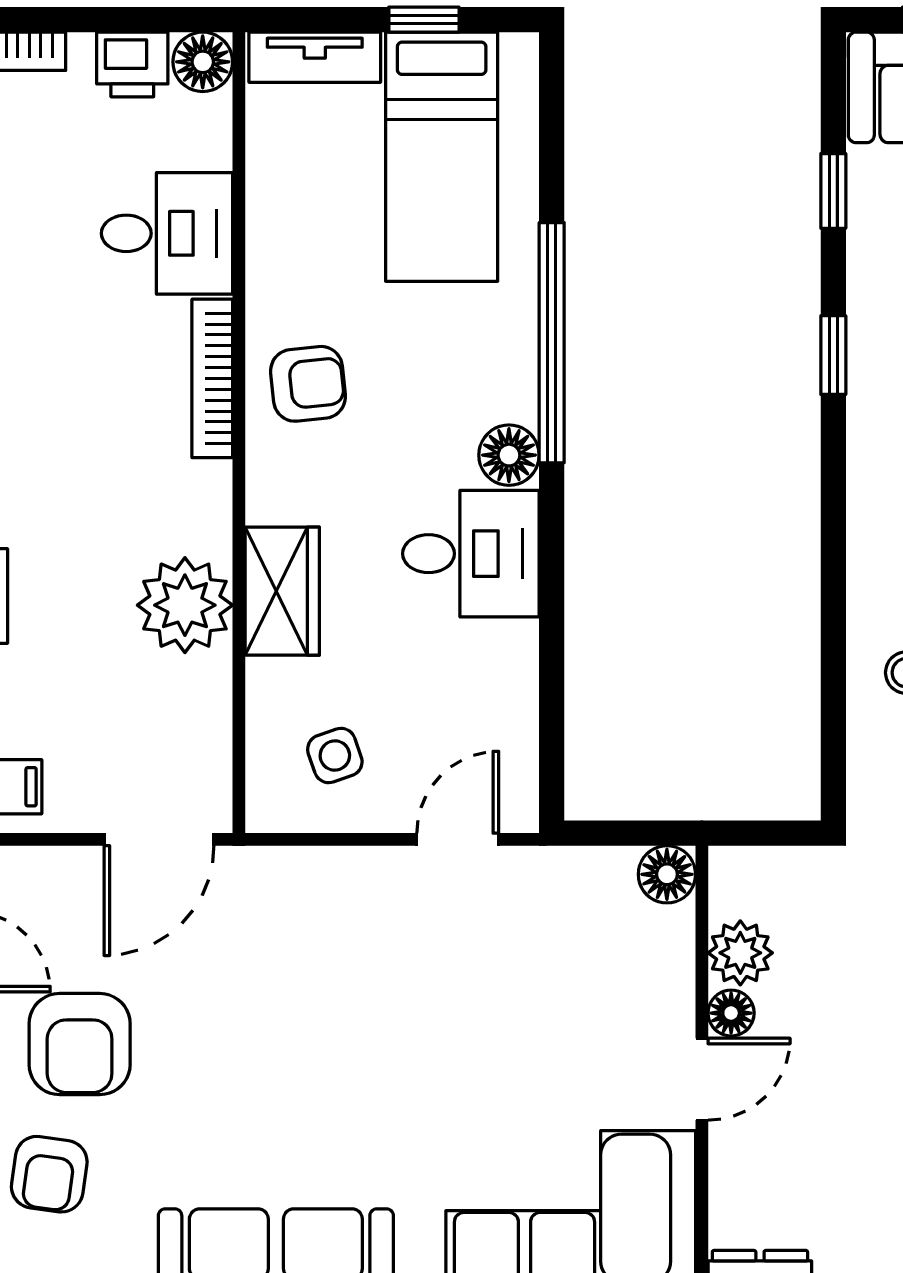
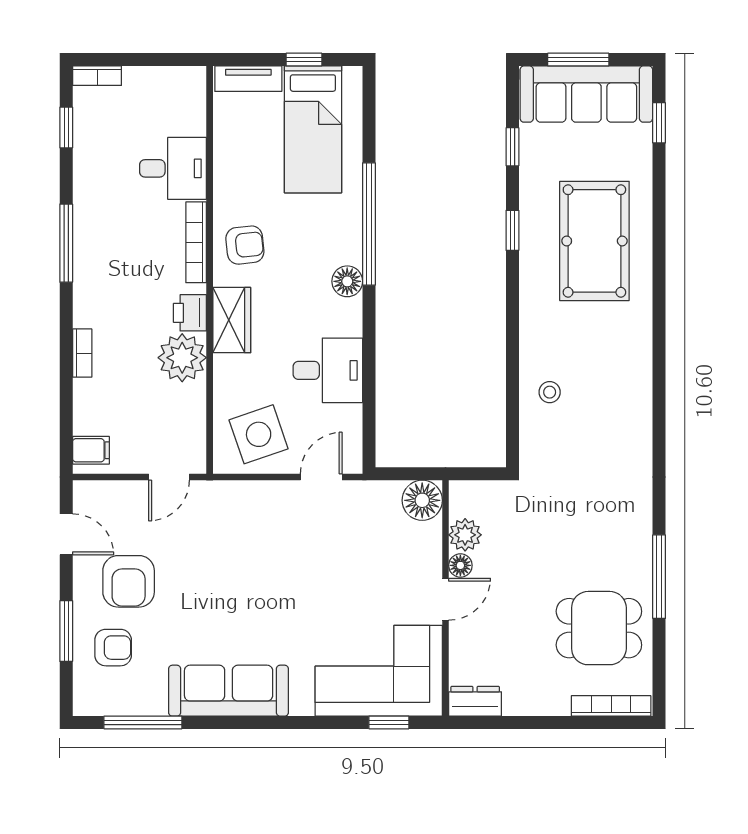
floor lamp: (203, 62) -> (191, 81), removed
printer: (132, 64) -> (190, 313), moved, turned 90
desk: (471, 554) -> (328, 370), moved
wardrobe: (282, 591) -> (232, 320), moved
side table: (335, 755) -> (259, 434), width x1.87, depth x1.87
door: (159, 839) -> (169, 477), width x0.73
floor lamp: (667, 874) -> (422, 500), width x1.38, depth x1.38
armchair: (49, 1174) -> (113, 648), turned -98

